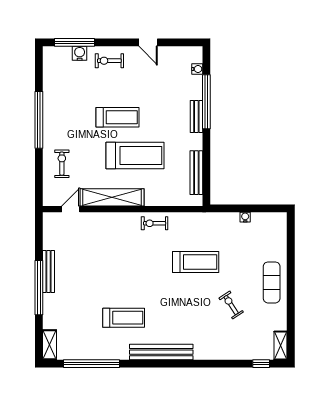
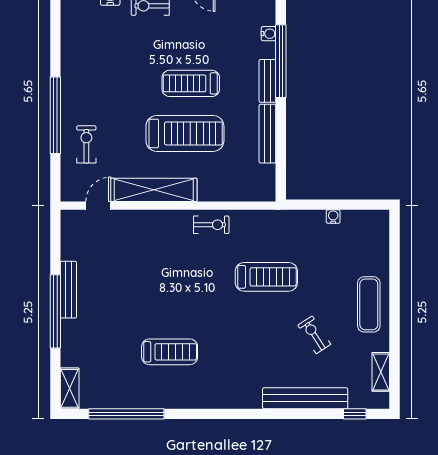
water cooler: (197, 69) -> (269, 34), moved
treadmill: (118, 117) -> (191, 83), moved, turned 180
window: (39, 120) -> (55, 115), moved
bench: (196, 173) -> (267, 134), moved
exercise bike: (155, 223) -> (211, 225), turned 180
shelving: (281, 346) -> (381, 372), moved
bench: (161, 352) -> (305, 398), moved

